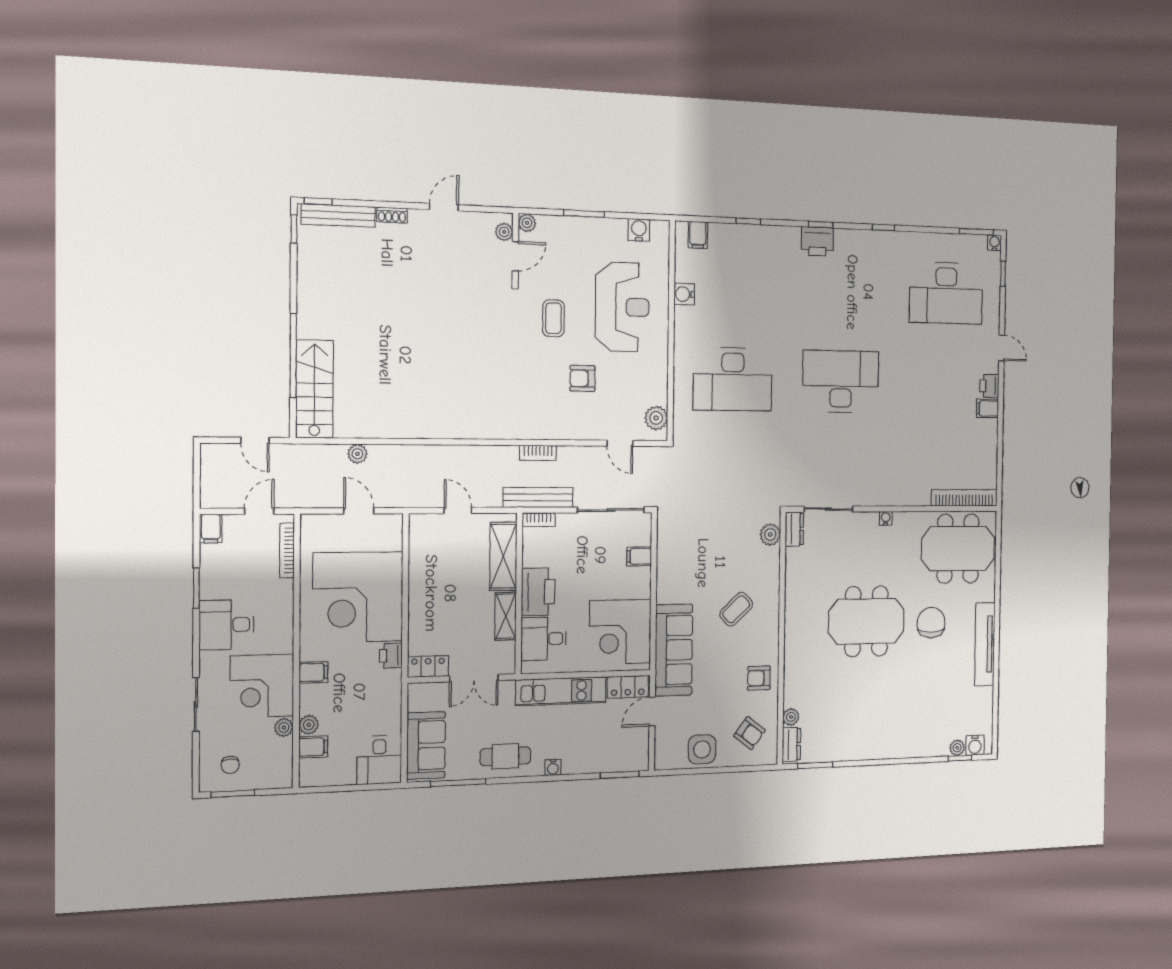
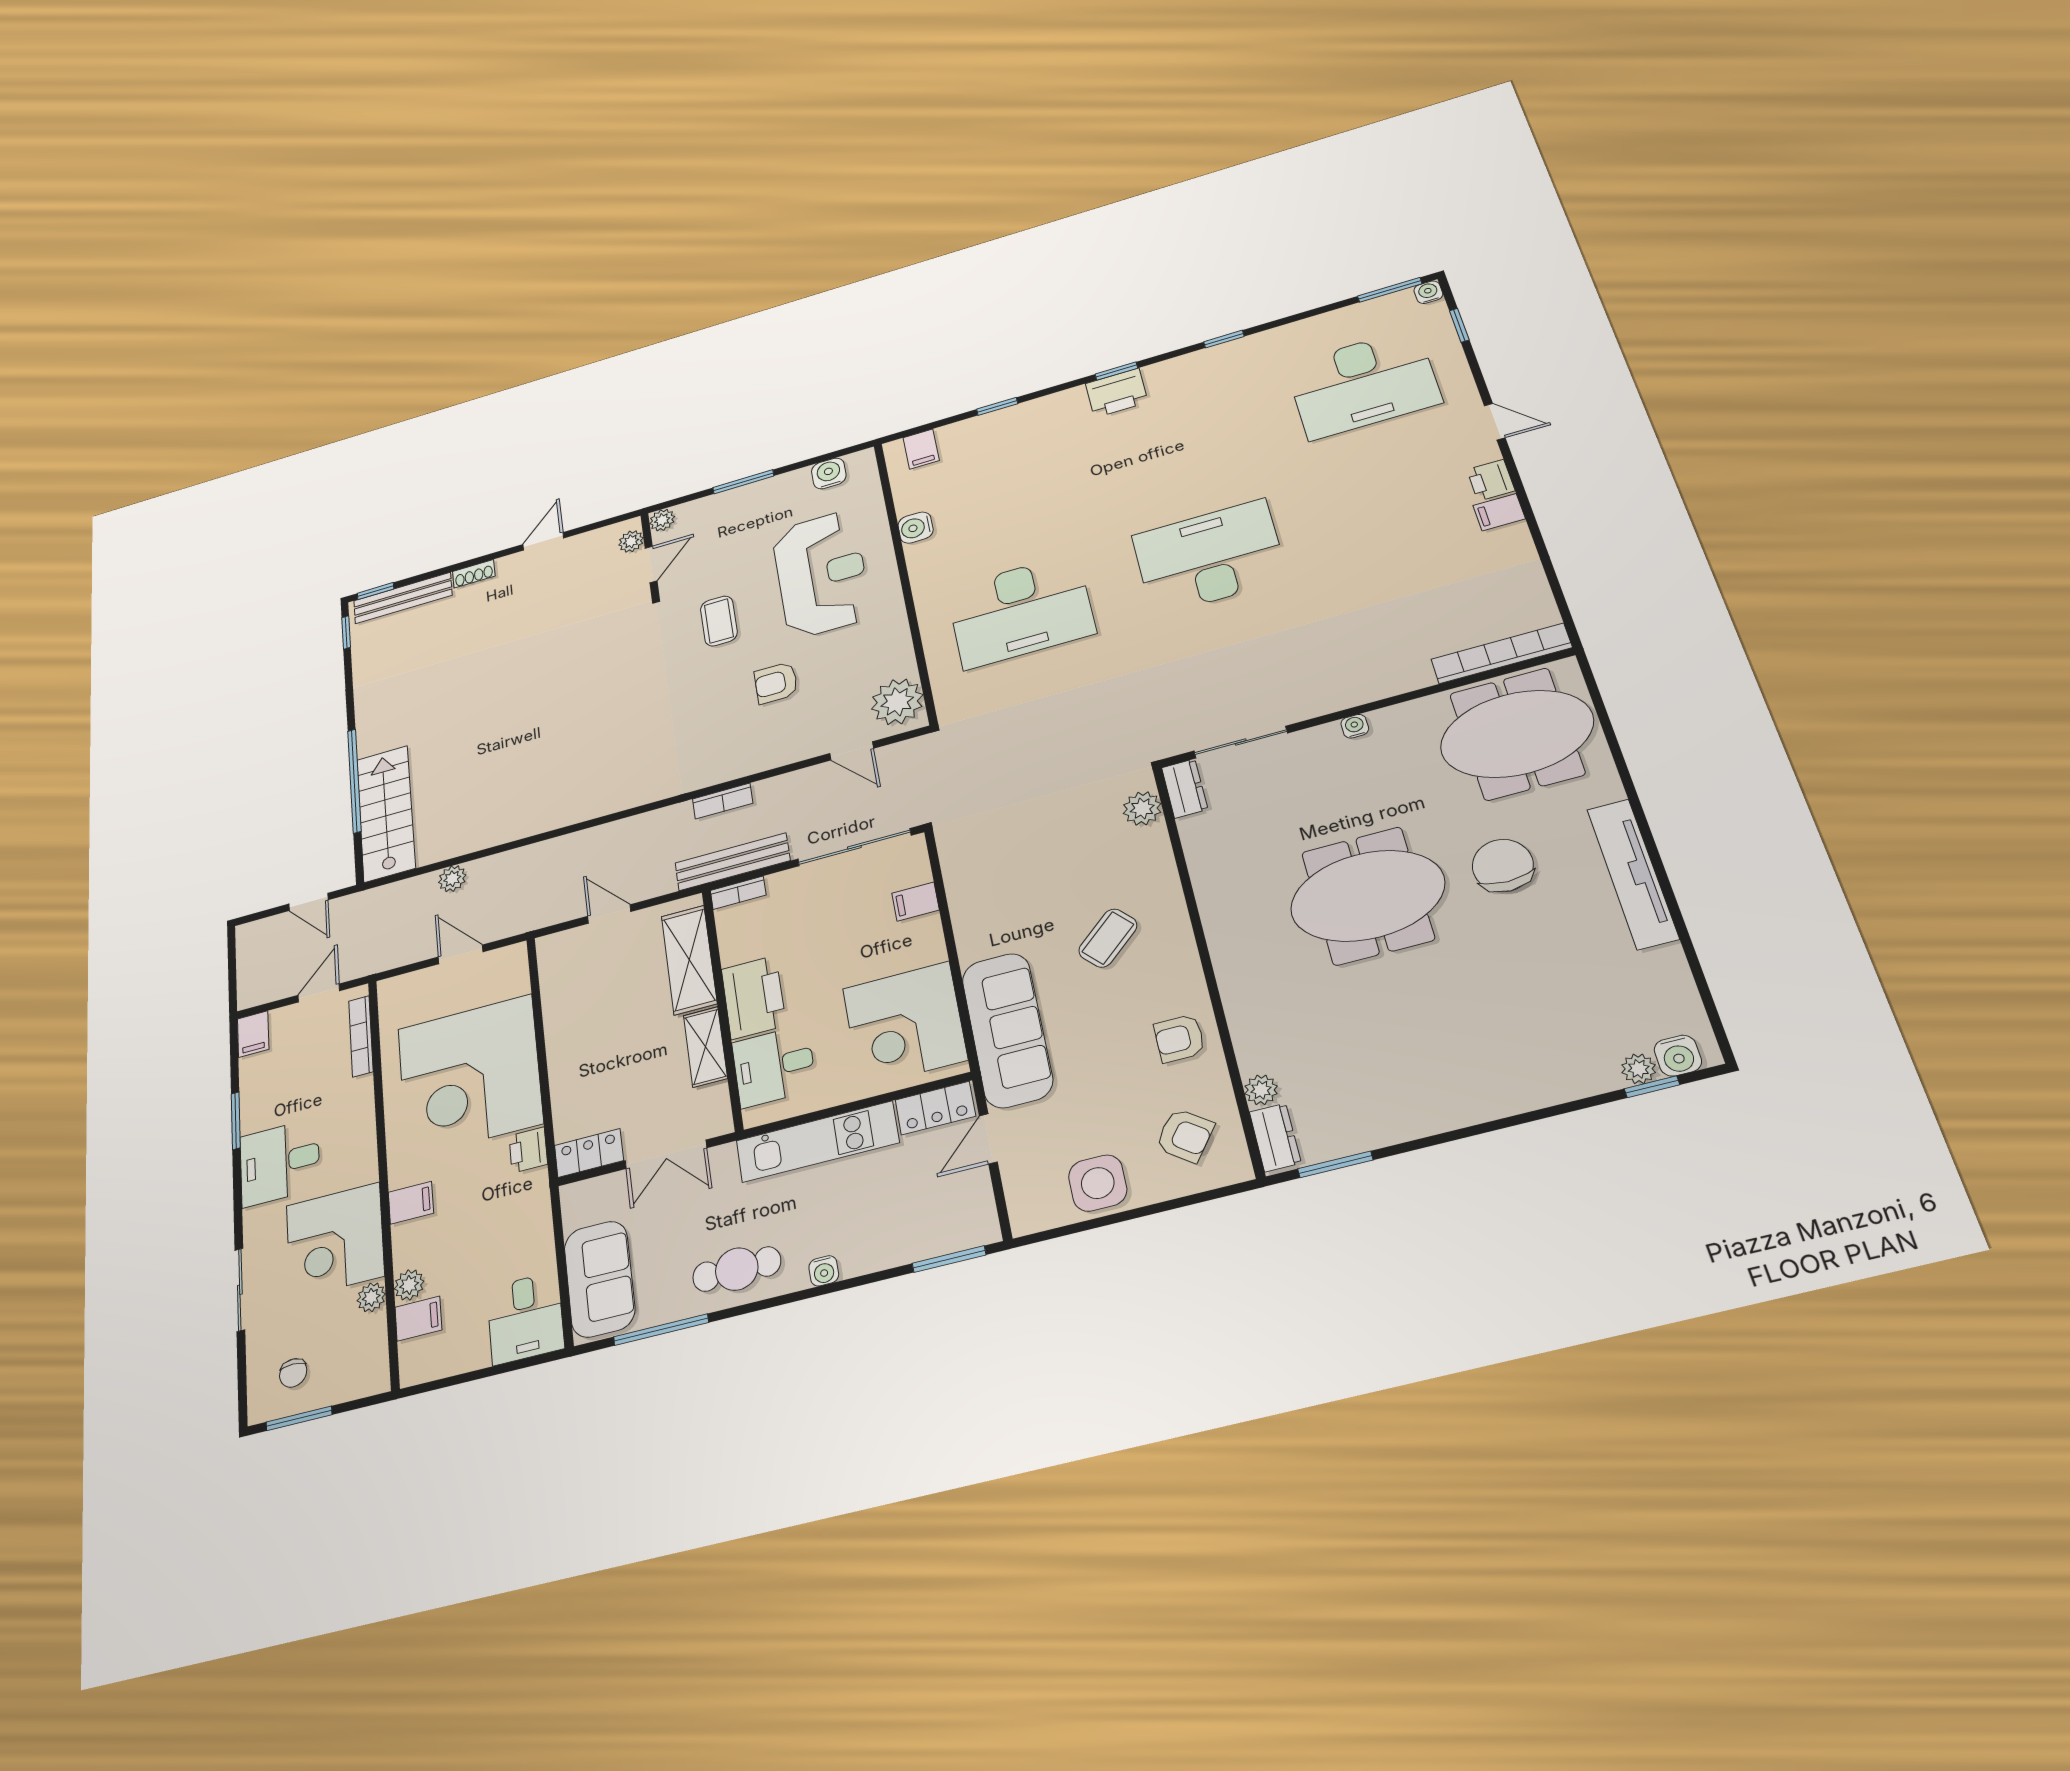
plant: (656, 418) -> (897, 702), width x1.36, depth x1.36

